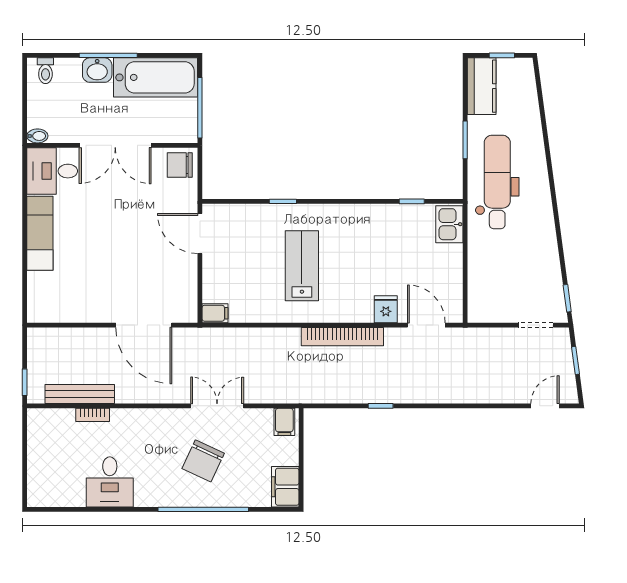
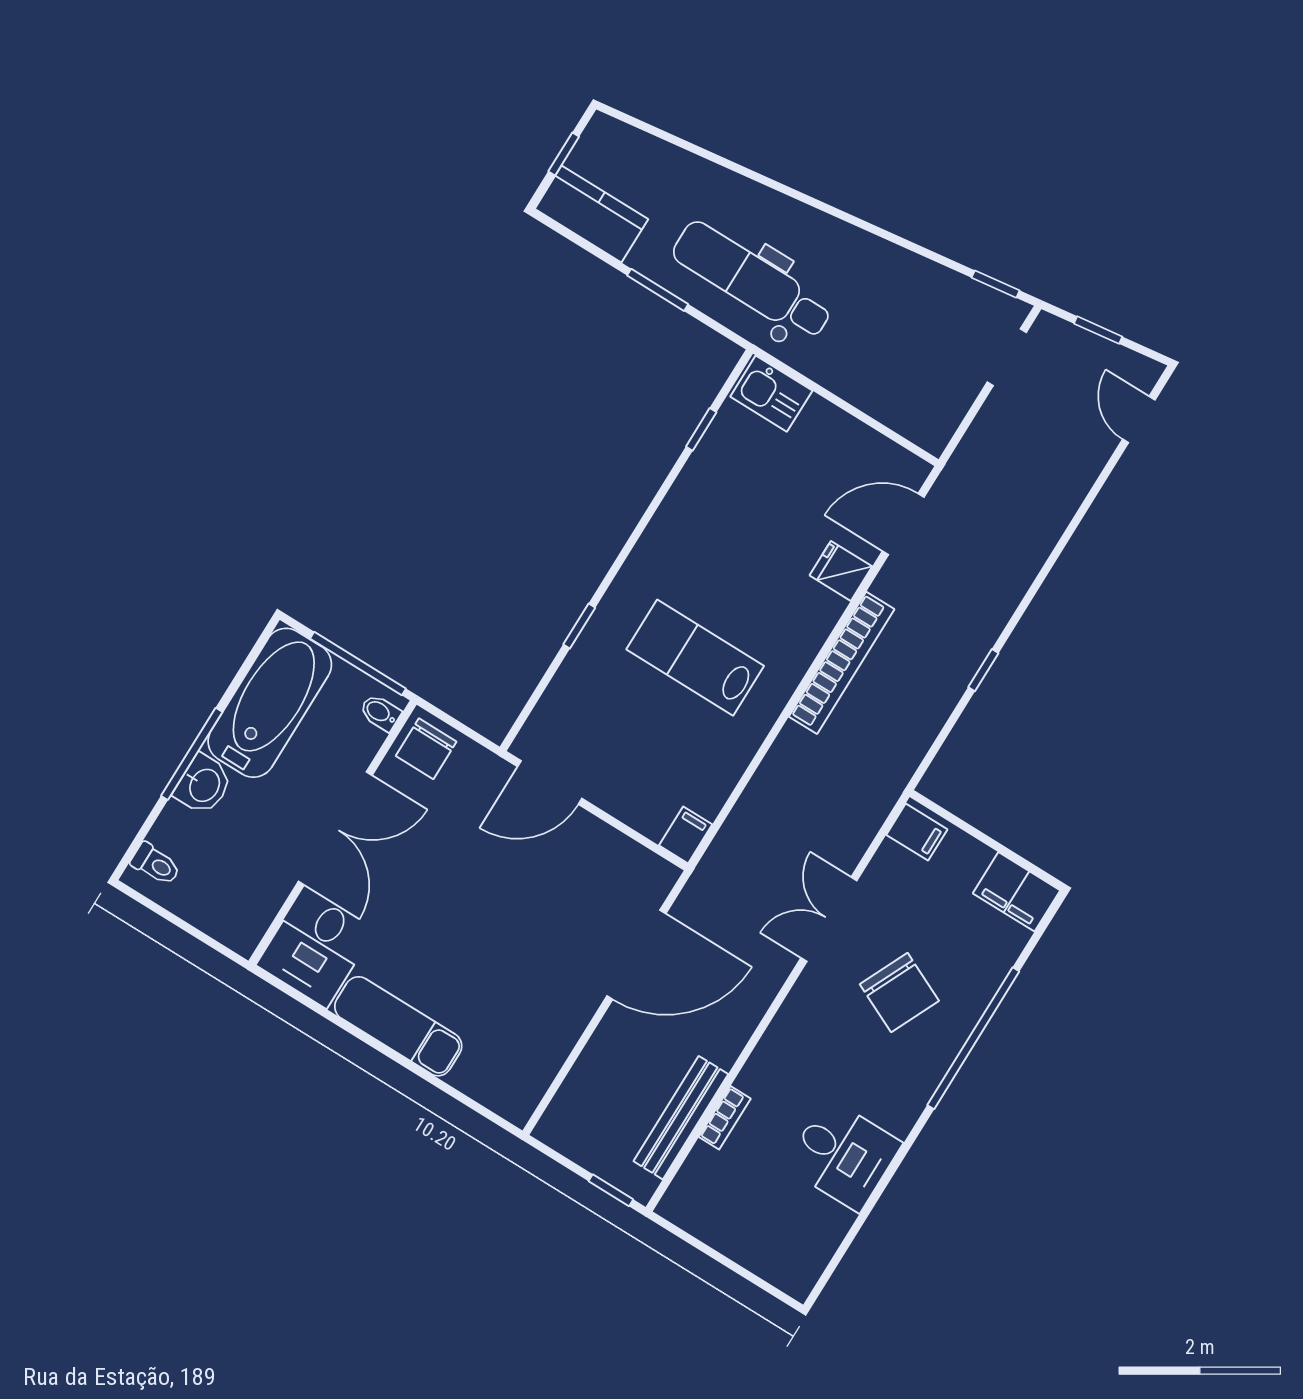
bidet: (37, 136) -> (380, 713), moved, turned -90

